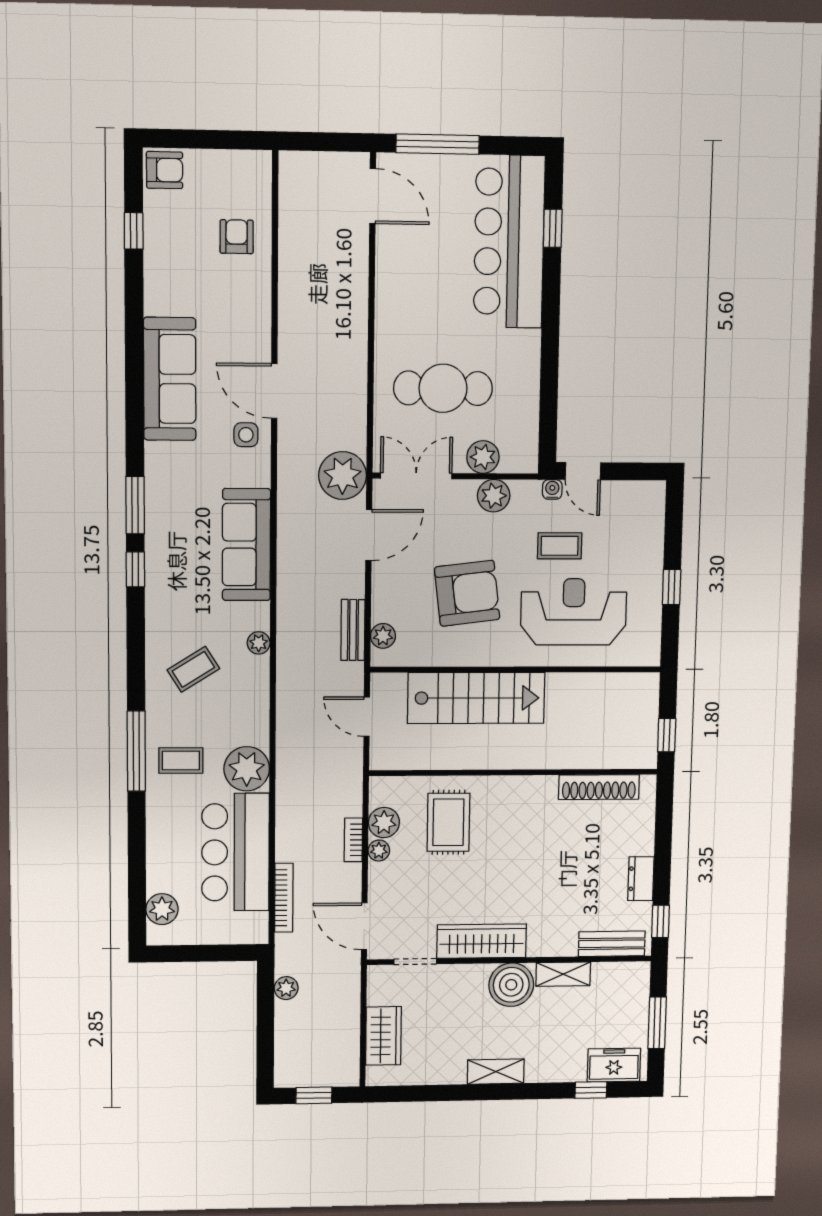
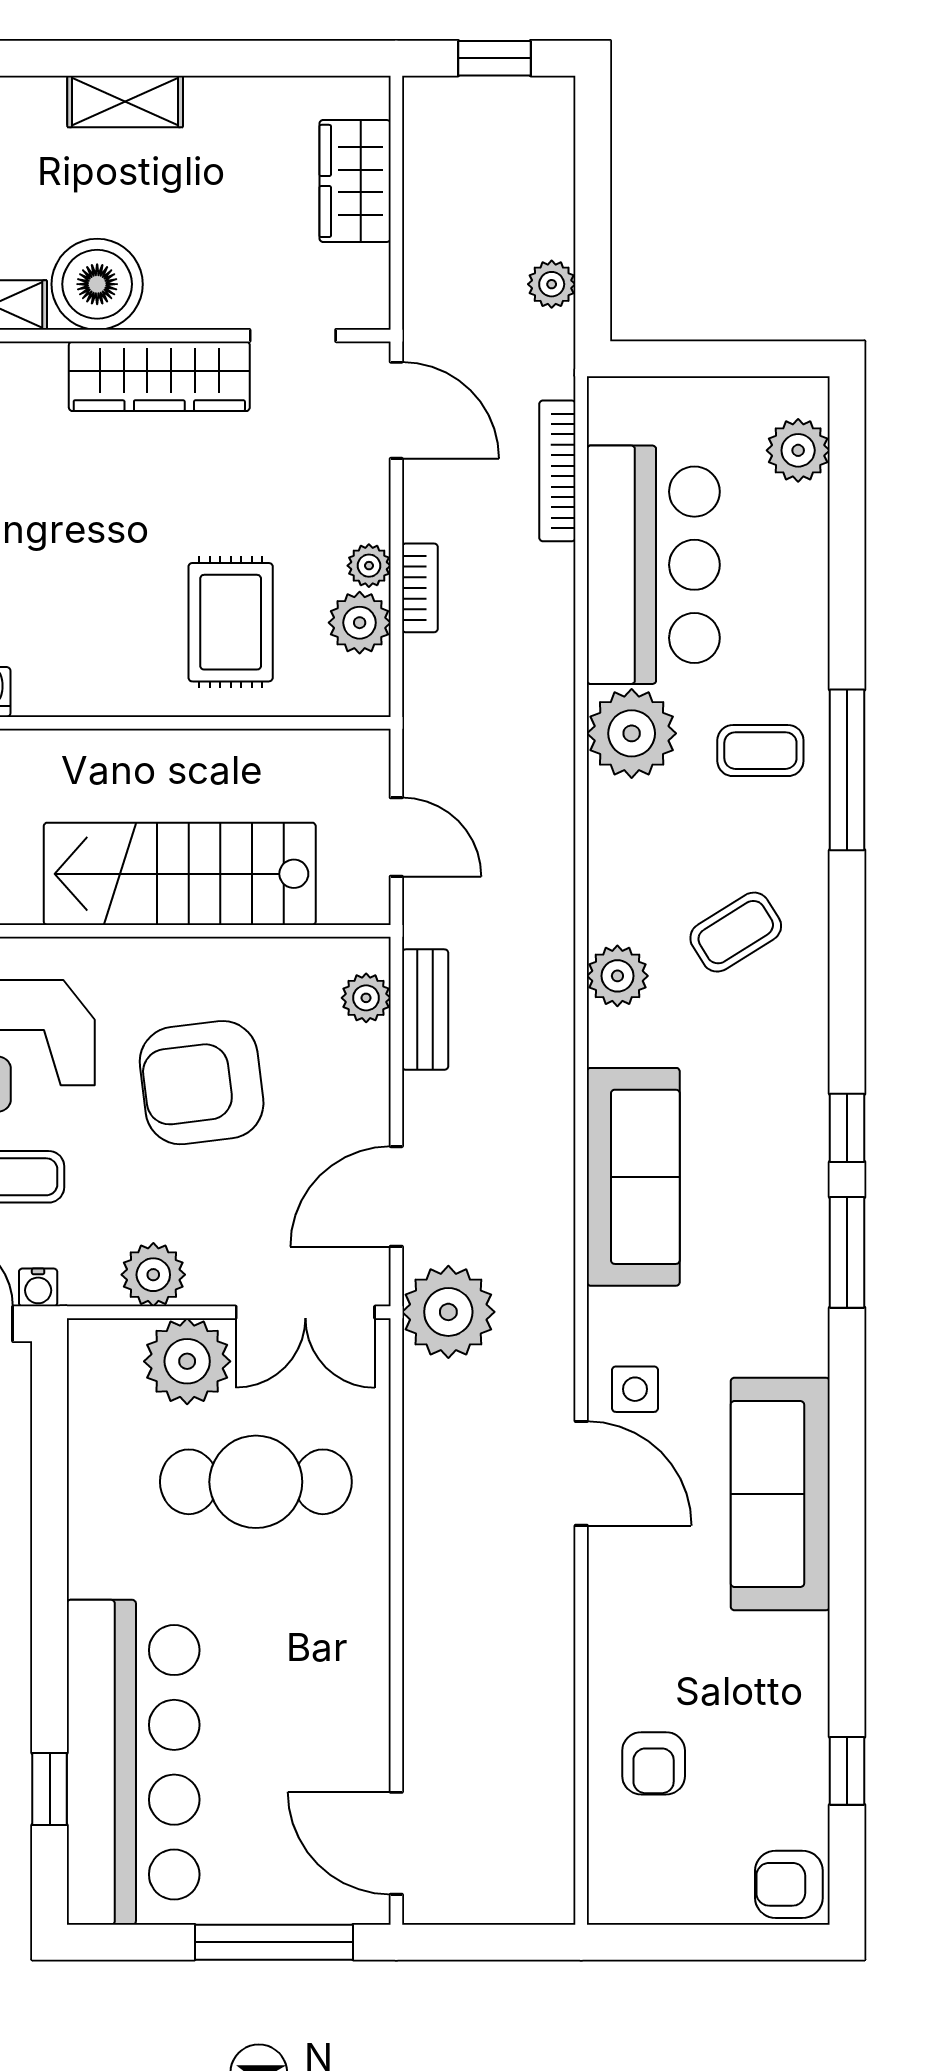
plant: (483, 457) -> (187, 1361), width x1.36, depth x1.36
plant: (259, 643) -> (617, 976), width x1.38, depth x1.38

